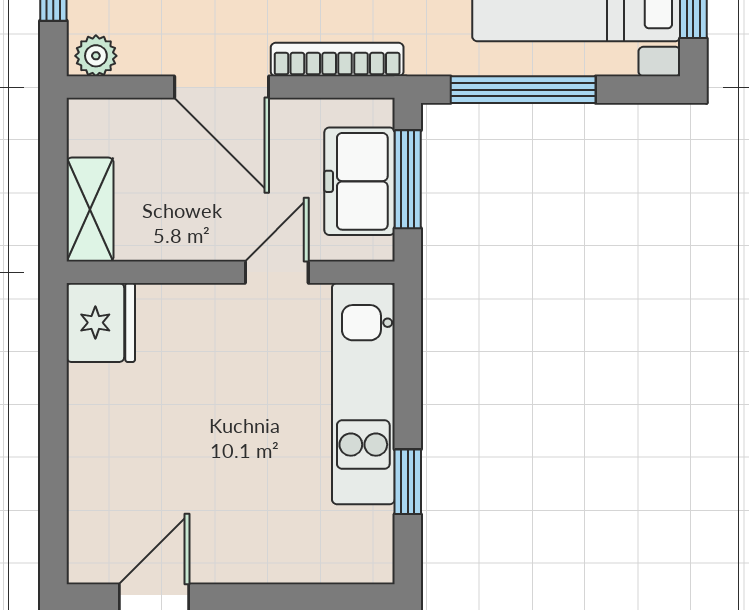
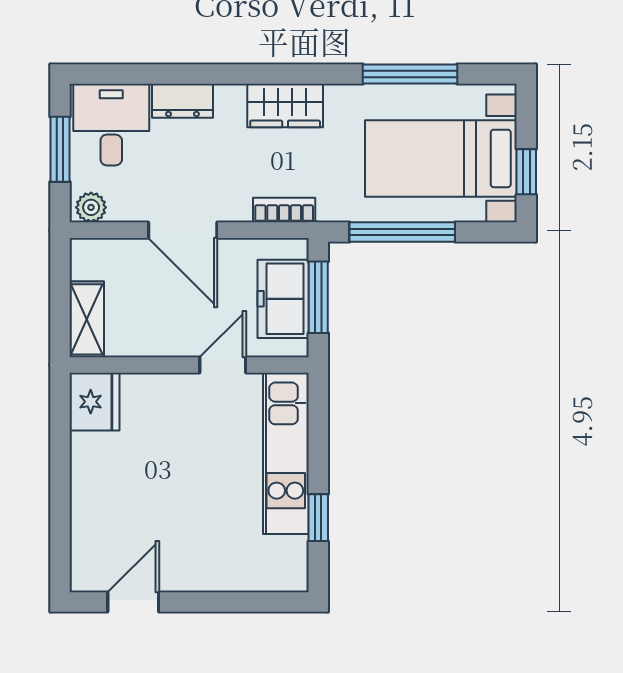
bookcase: (337, 59) -> (284, 210), width x0.64

